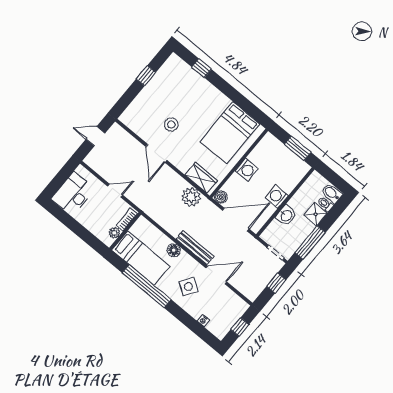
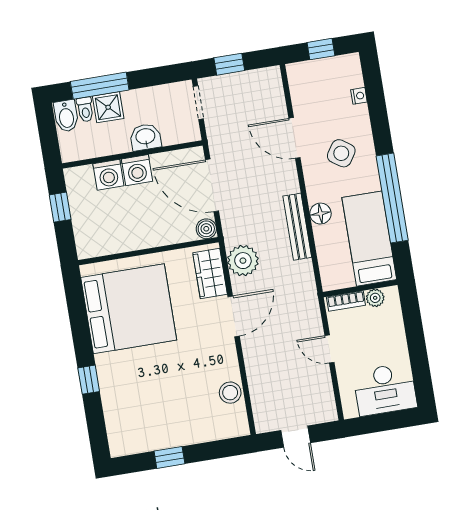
window: (202, 68) -> (89, 380), moved
stool: (171, 125) -> (230, 393), moved
bed: (230, 133) -> (129, 309), width x1.36
window: (298, 148) -> (60, 207), width x0.67
door: (156, 153) -> (234, 316), moved
washing machine: (247, 170) -> (108, 175), moved, turned 180
window: (310, 242) -> (100, 86), moved
bench: (195, 248) -> (297, 227), moved

